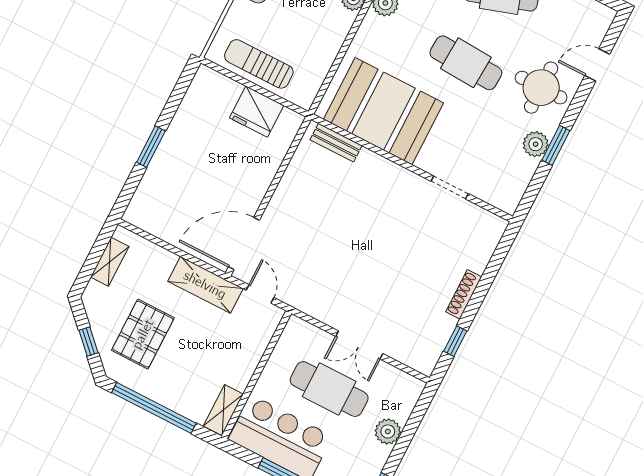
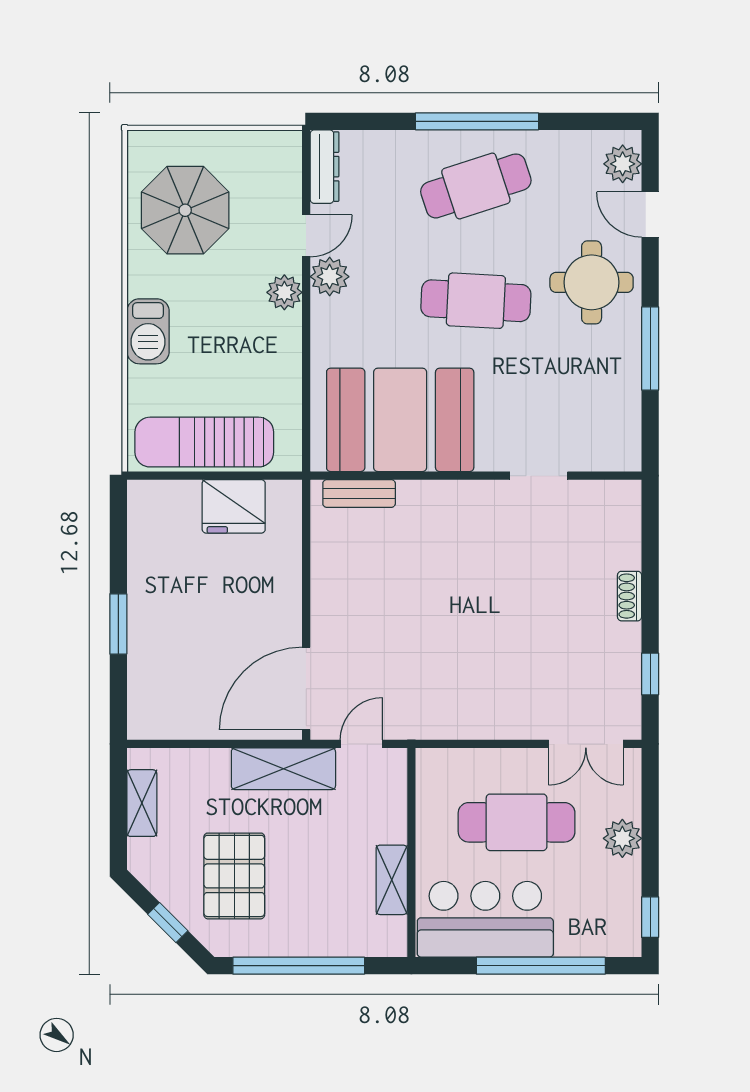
sun lounger: (259, 64) -> (204, 442), width x1.36, depth x1.34
door: (597, 65) -> (650, 215), hinge flipped
plant: (536, 144) -> (623, 164), moved
window: (556, 145) -> (650, 348), width x1.44
door: (260, 294) -> (361, 744), hinge flipped
shoe rack: (464, 294) -> (630, 596), width x0.70
double door: (359, 345) -> (586, 744), moved
shelving: (223, 410) -> (392, 880), moved

